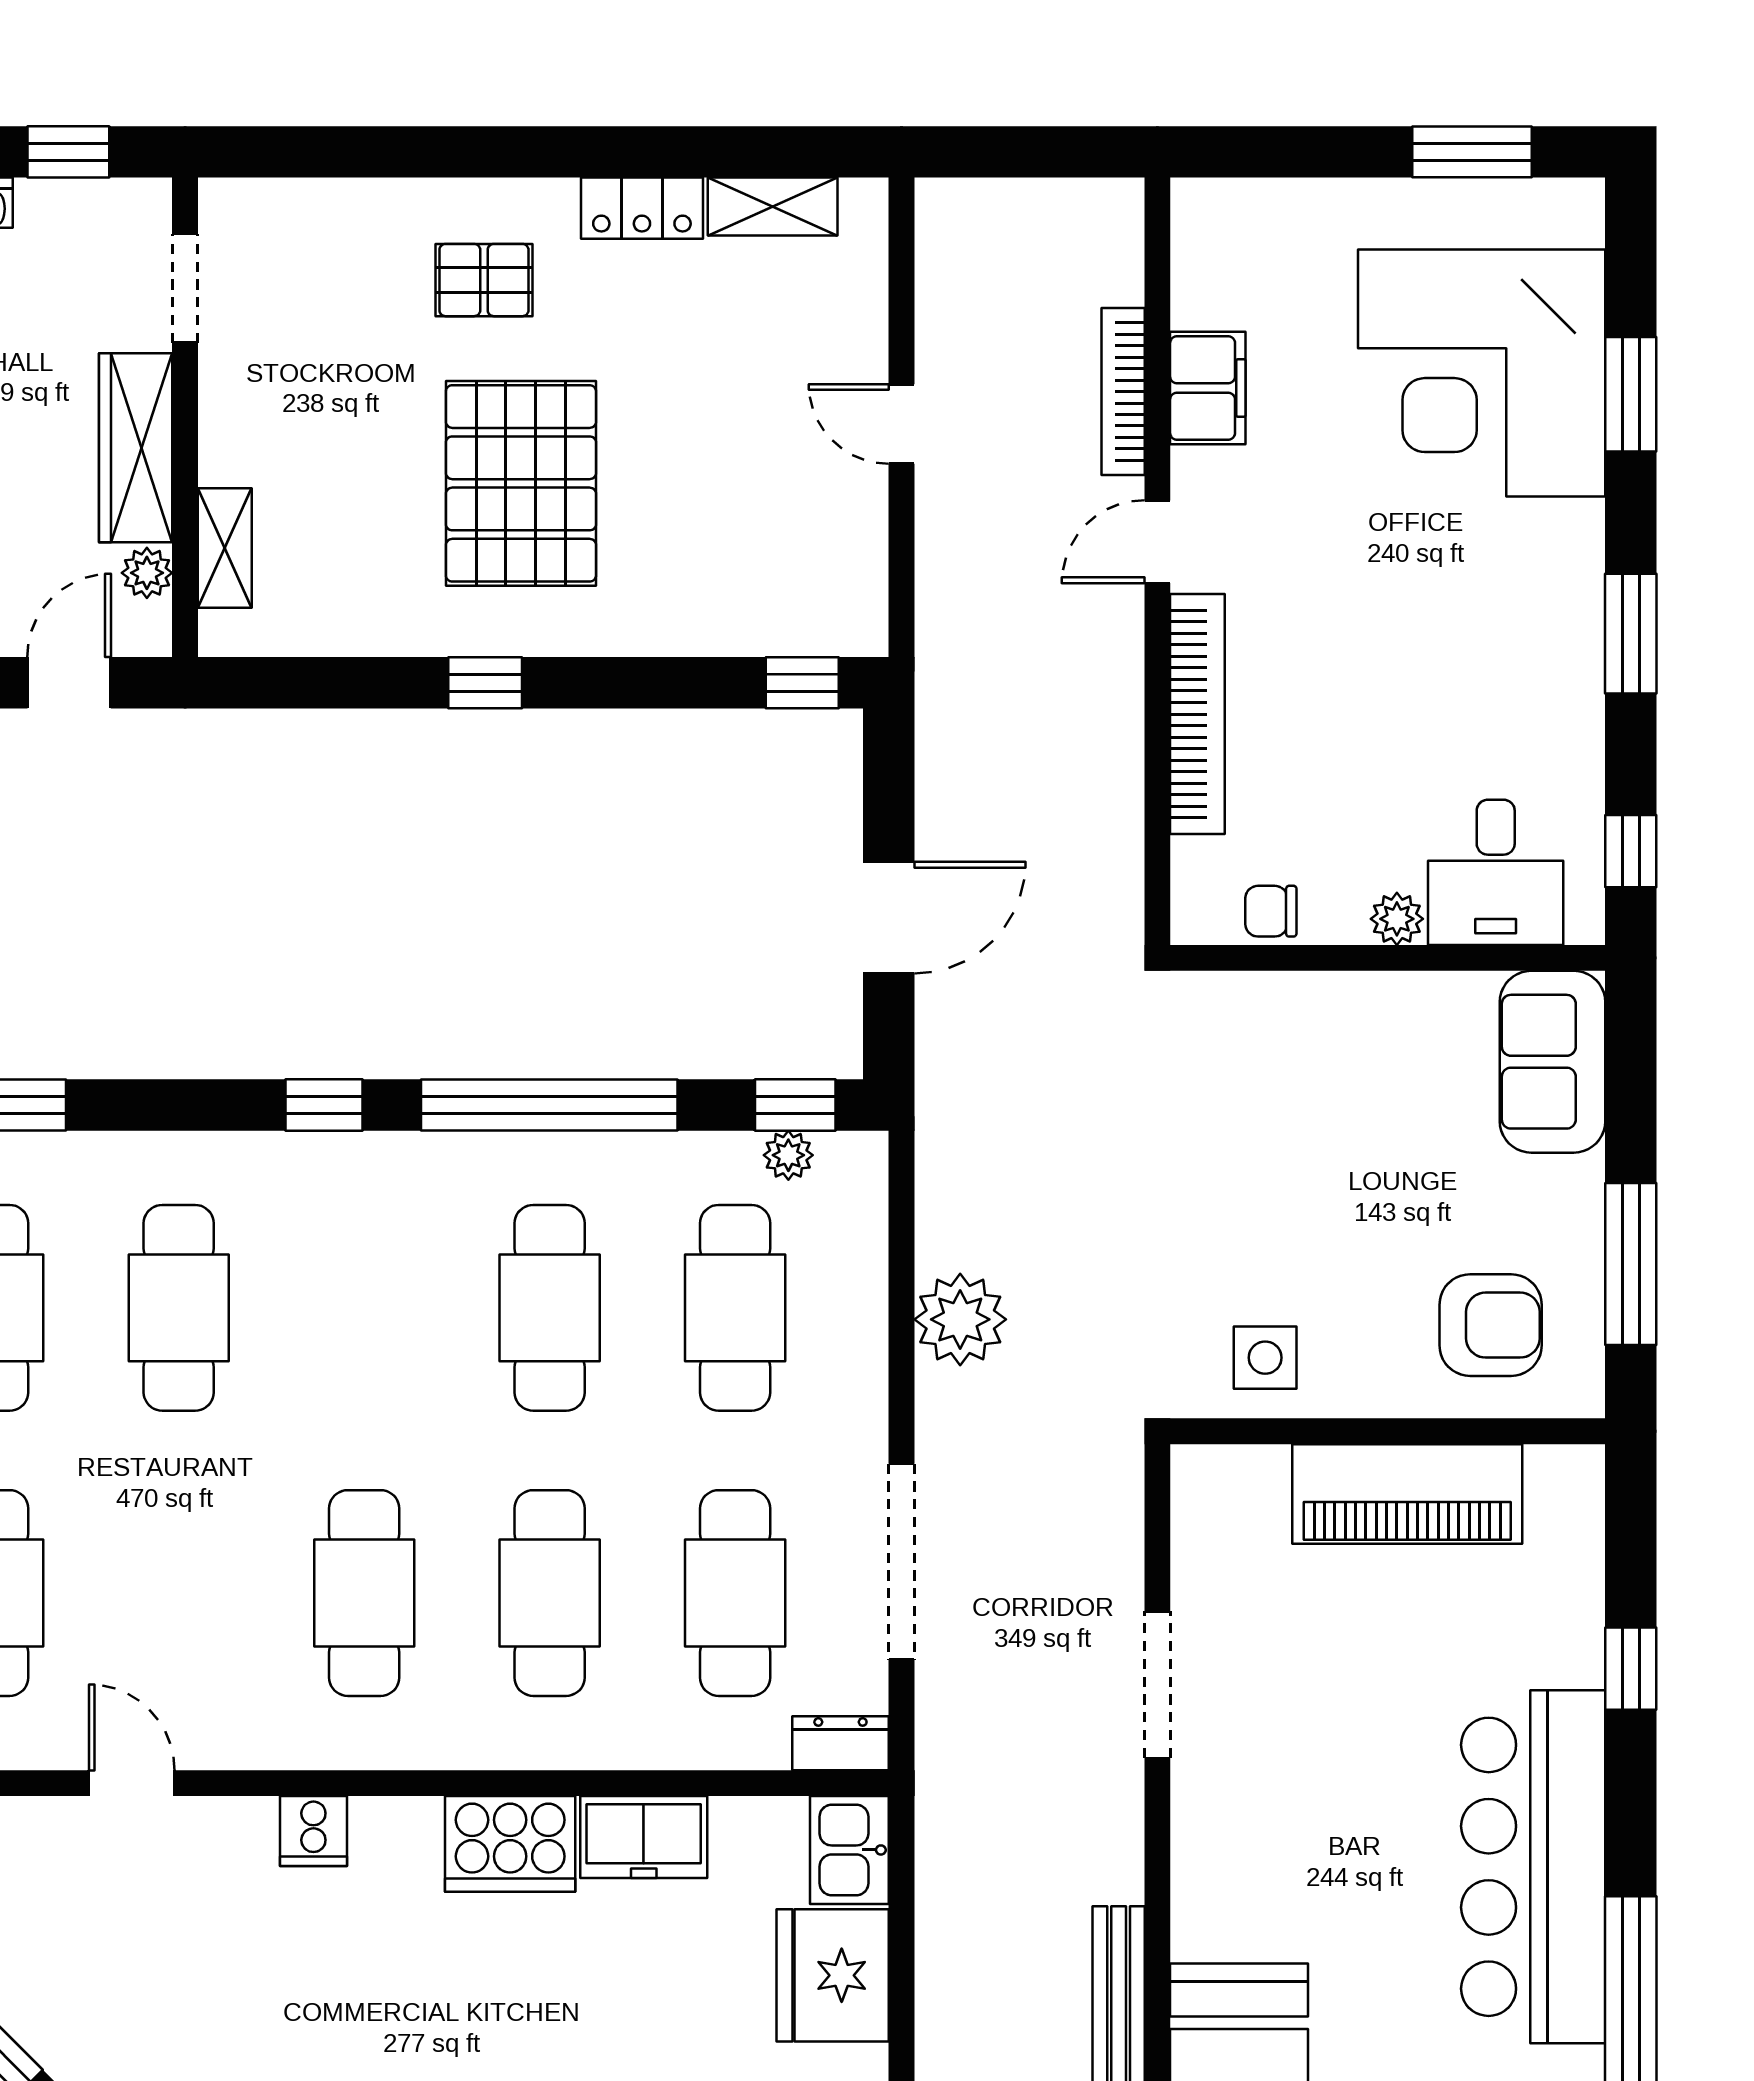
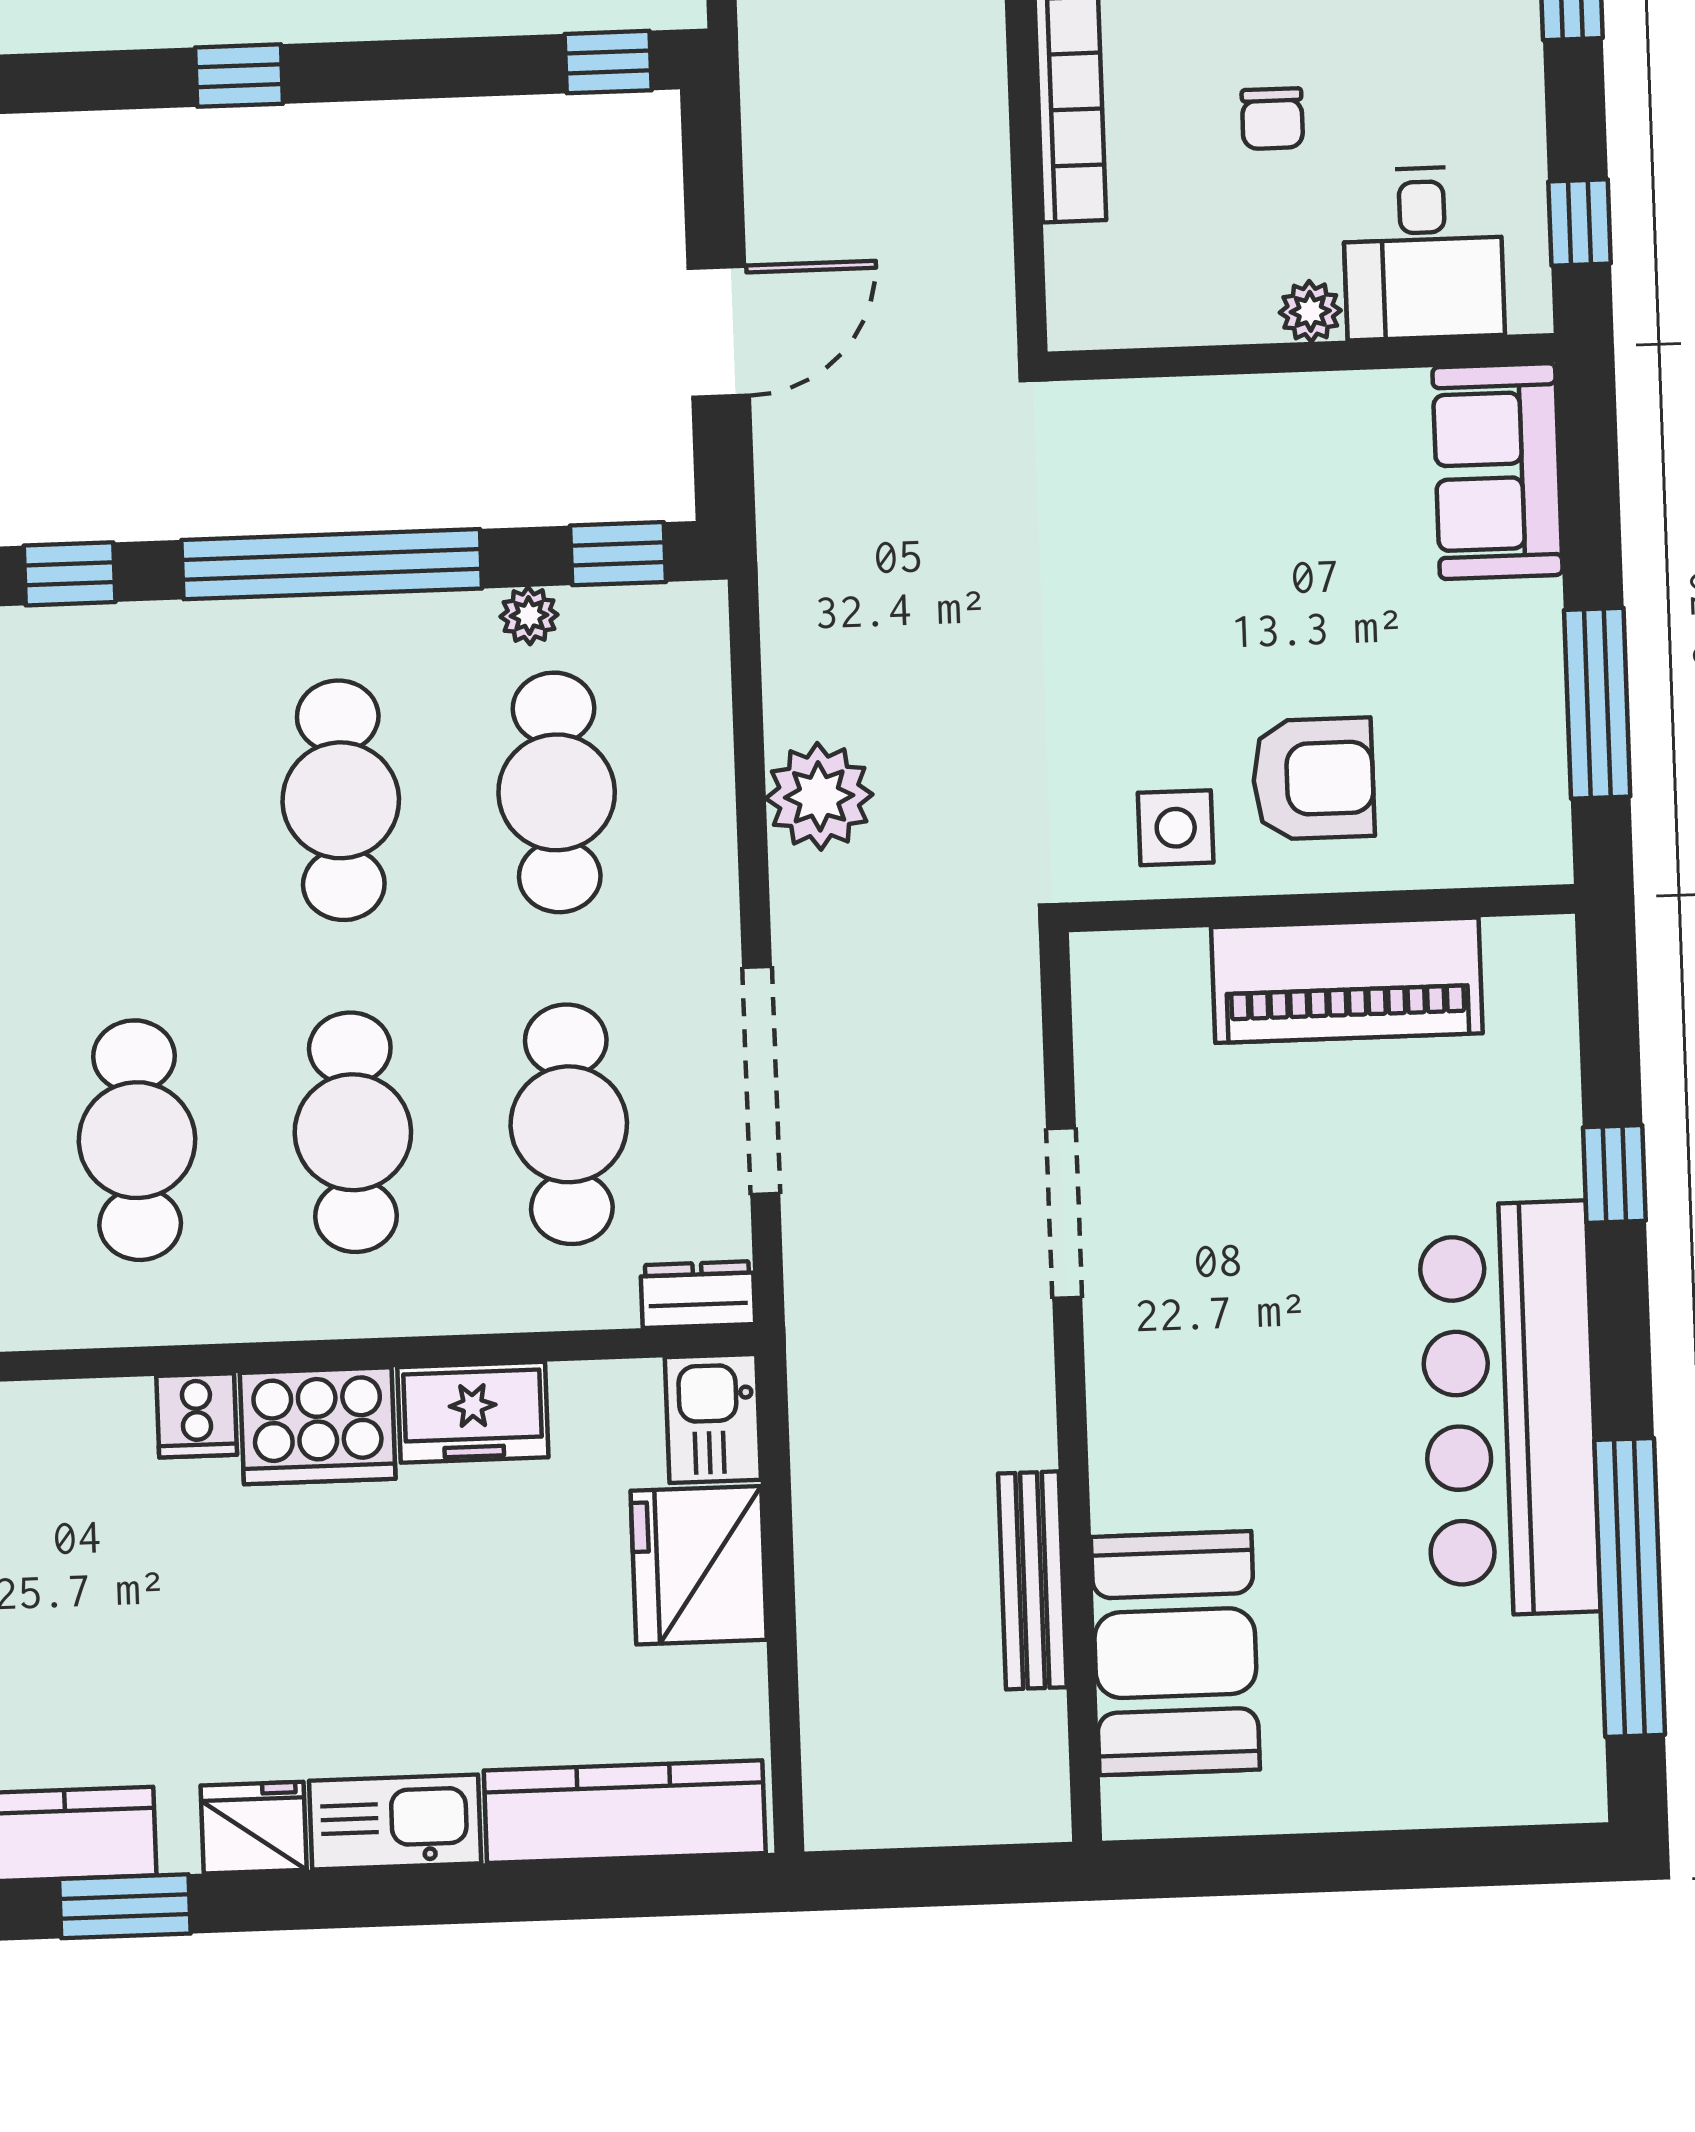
chair: (1271, 911) -> (1272, 119), moved, turned -90
plant: (788, 1155) -> (529, 616), moved
armchair: (1491, 1325) -> (1313, 779), moved
cooker: (313, 1831) -> (197, 1415), moved

